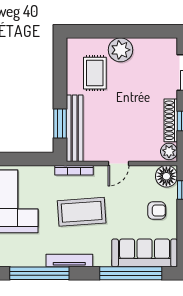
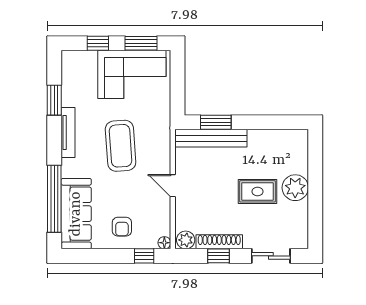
rug: (95, 73) -> (257, 191), moved
bookcase: (74, 170) -> (165, 138), removed
floor lamp: (166, 176) -> (164, 243), width x0.53, depth x0.53
window: (39, 273) -> (54, 100), width x0.47

